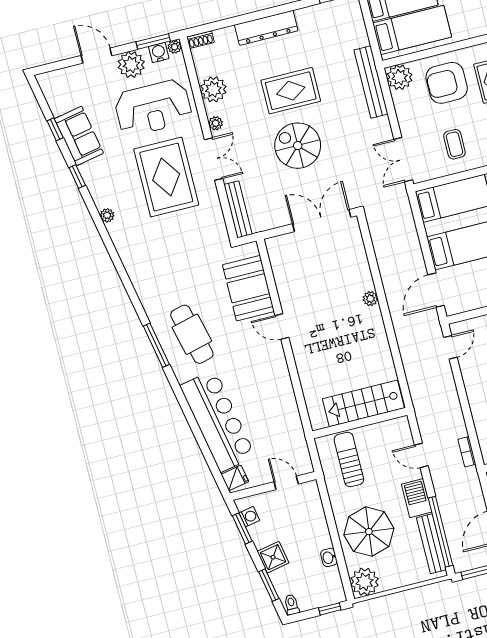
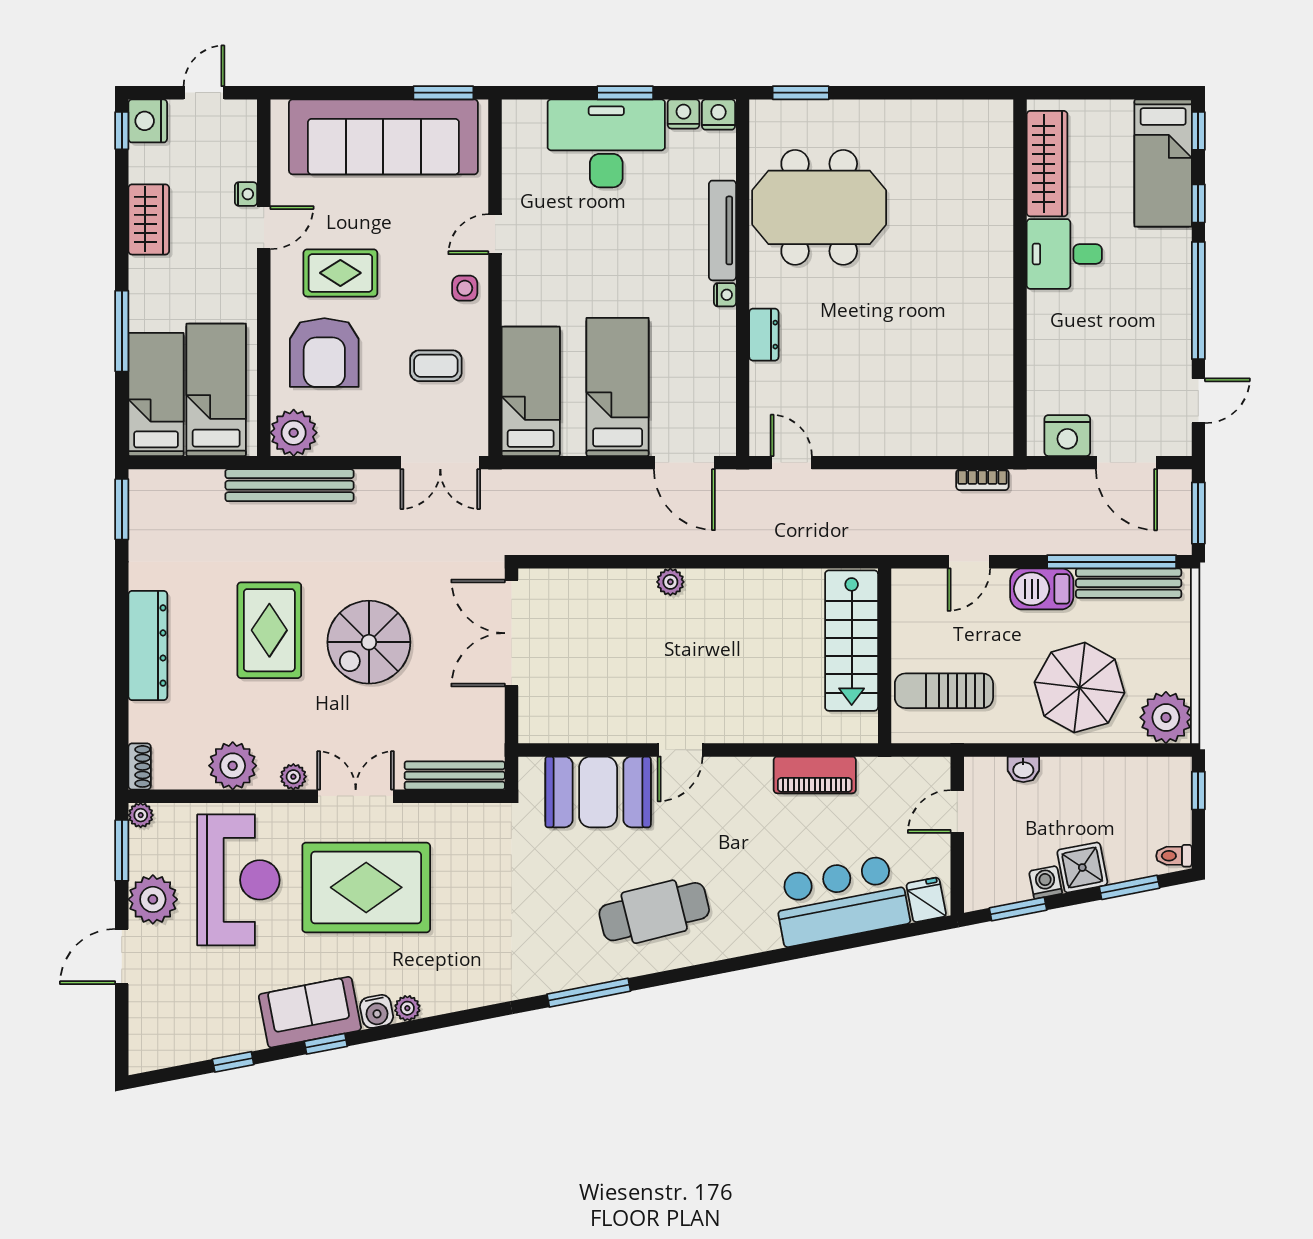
water cooler: (159, 53) -> (377, 1011), moved, turned -101
sofa: (79, 136) -> (310, 1012), moved
window: (156, 345) -> (589, 993), moved
piano: (287, 402) -> (815, 775), added
bar counter: (218, 421) -> (841, 900), width x0.73
washing machine: (249, 517) -> (1046, 882), moved
washbasin: (329, 557) -> (1023, 769), moved

